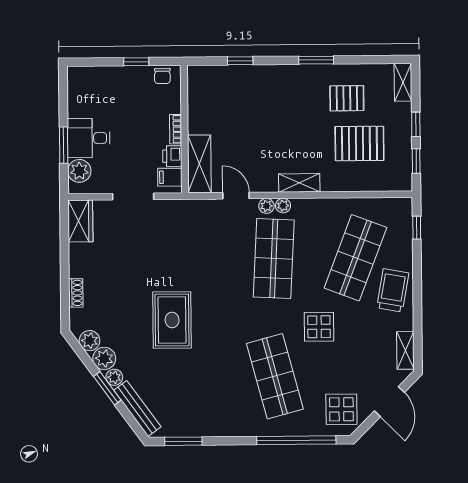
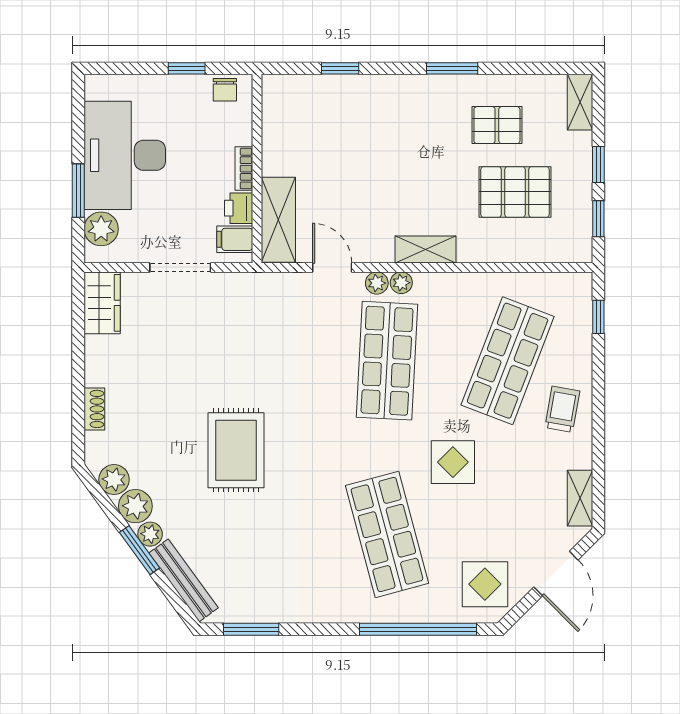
desk: (89, 138) -> (125, 155), width x1.87, depth x1.30
trolley: (393, 290) -> (562, 409), width x0.73, depth x0.72

